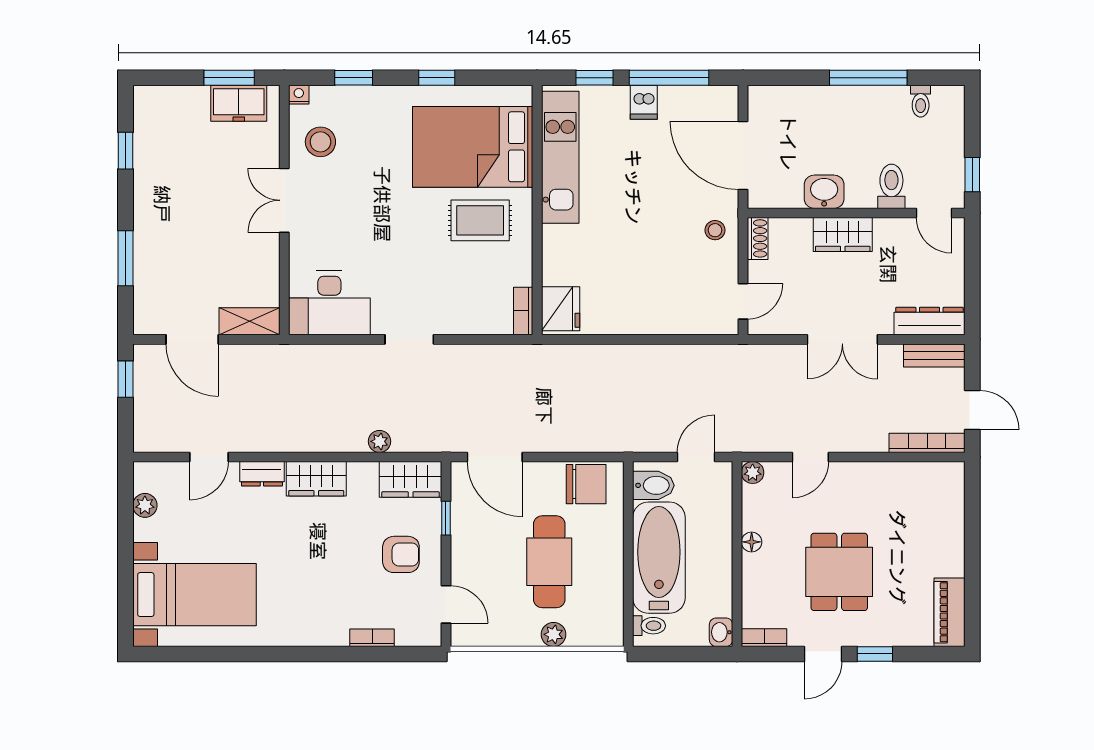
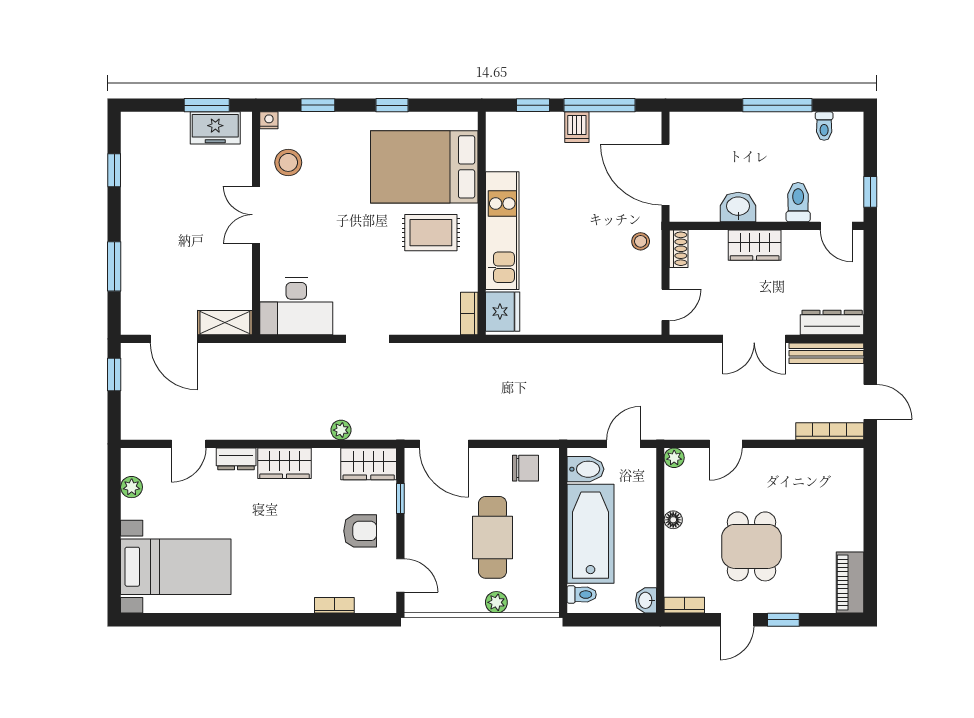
kitchen unit: (560, 157) -> (502, 231), moved
bench: (934, 355) -> (826, 353), width x1.36
chair: (586, 484) -> (526, 468), width x0.73, depth x0.73

